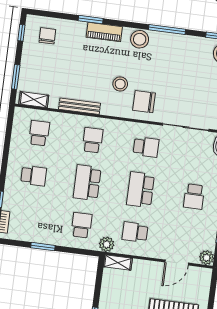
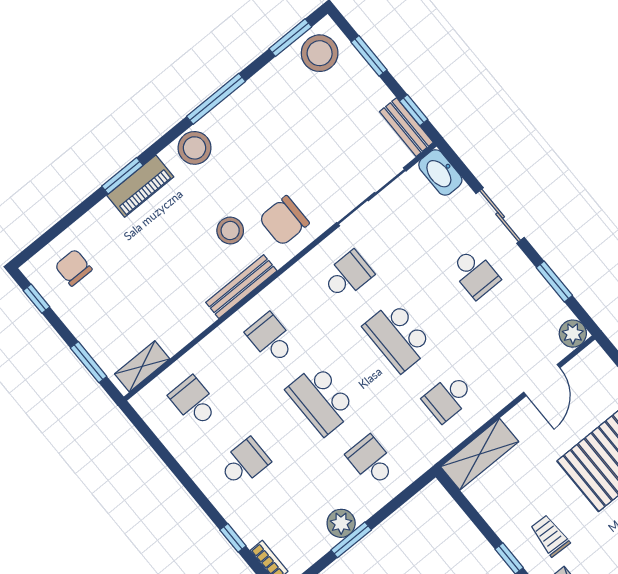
window: (91, 20) -> (122, 176), moved
bench: (80, 106) -> (241, 287), moved
plant: (107, 244) -> (341, 523), moved
shelving: (118, 263) -> (480, 454), width x1.50, depth x1.33

